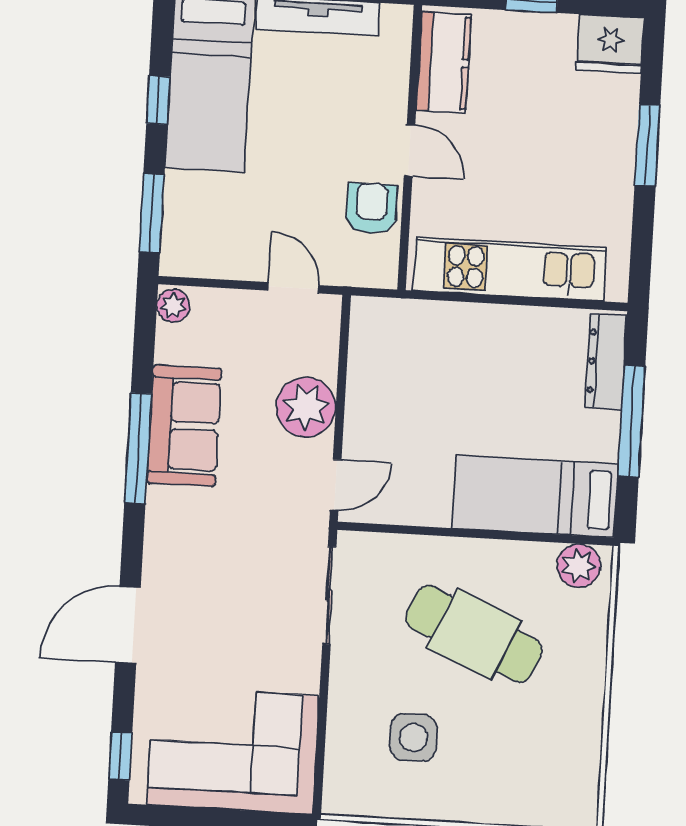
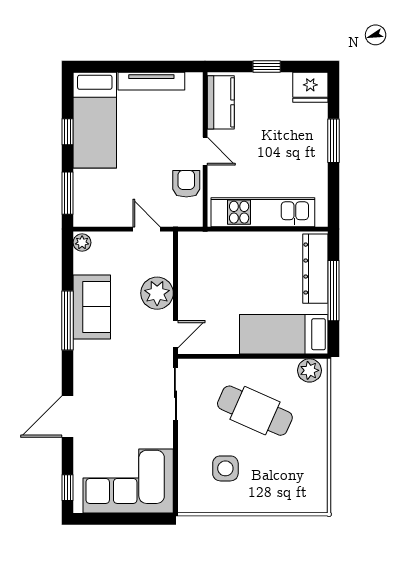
dresser: (606, 362) -> (315, 269), width x1.37, depth x1.24

